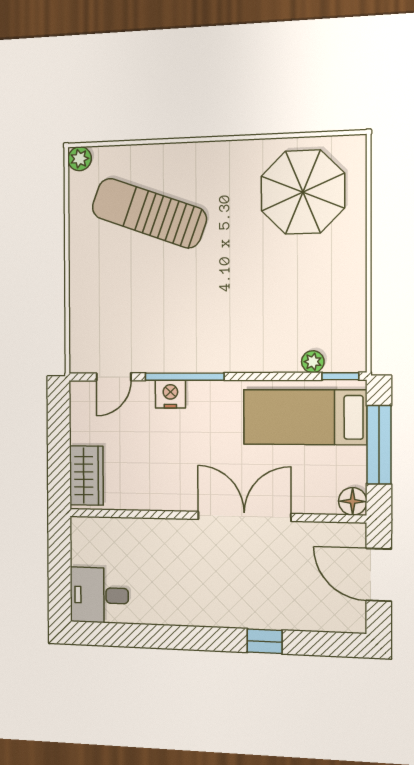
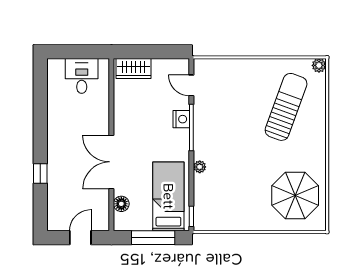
plant: (313, 362) -> (200, 167), moved
floor lamp: (353, 501) -> (121, 204), moved
double door: (244, 516) -> (111, 162), swing flipped
door: (379, 575) -> (80, 238), width x0.73
desk: (99, 595) -> (82, 76), moved

